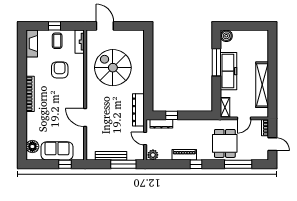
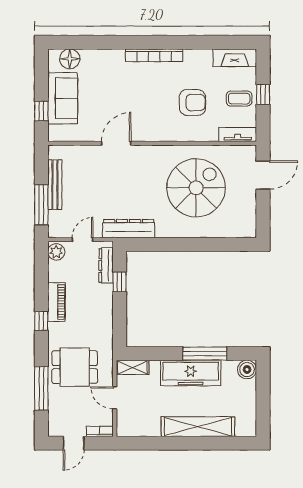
shelving: (262, 85) -> (198, 427), moved

